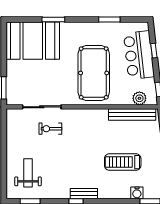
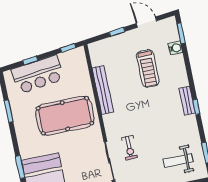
plant: (139, 98) -> (81, 65), removed
bench: (132, 114) -> (103, 90), moved

